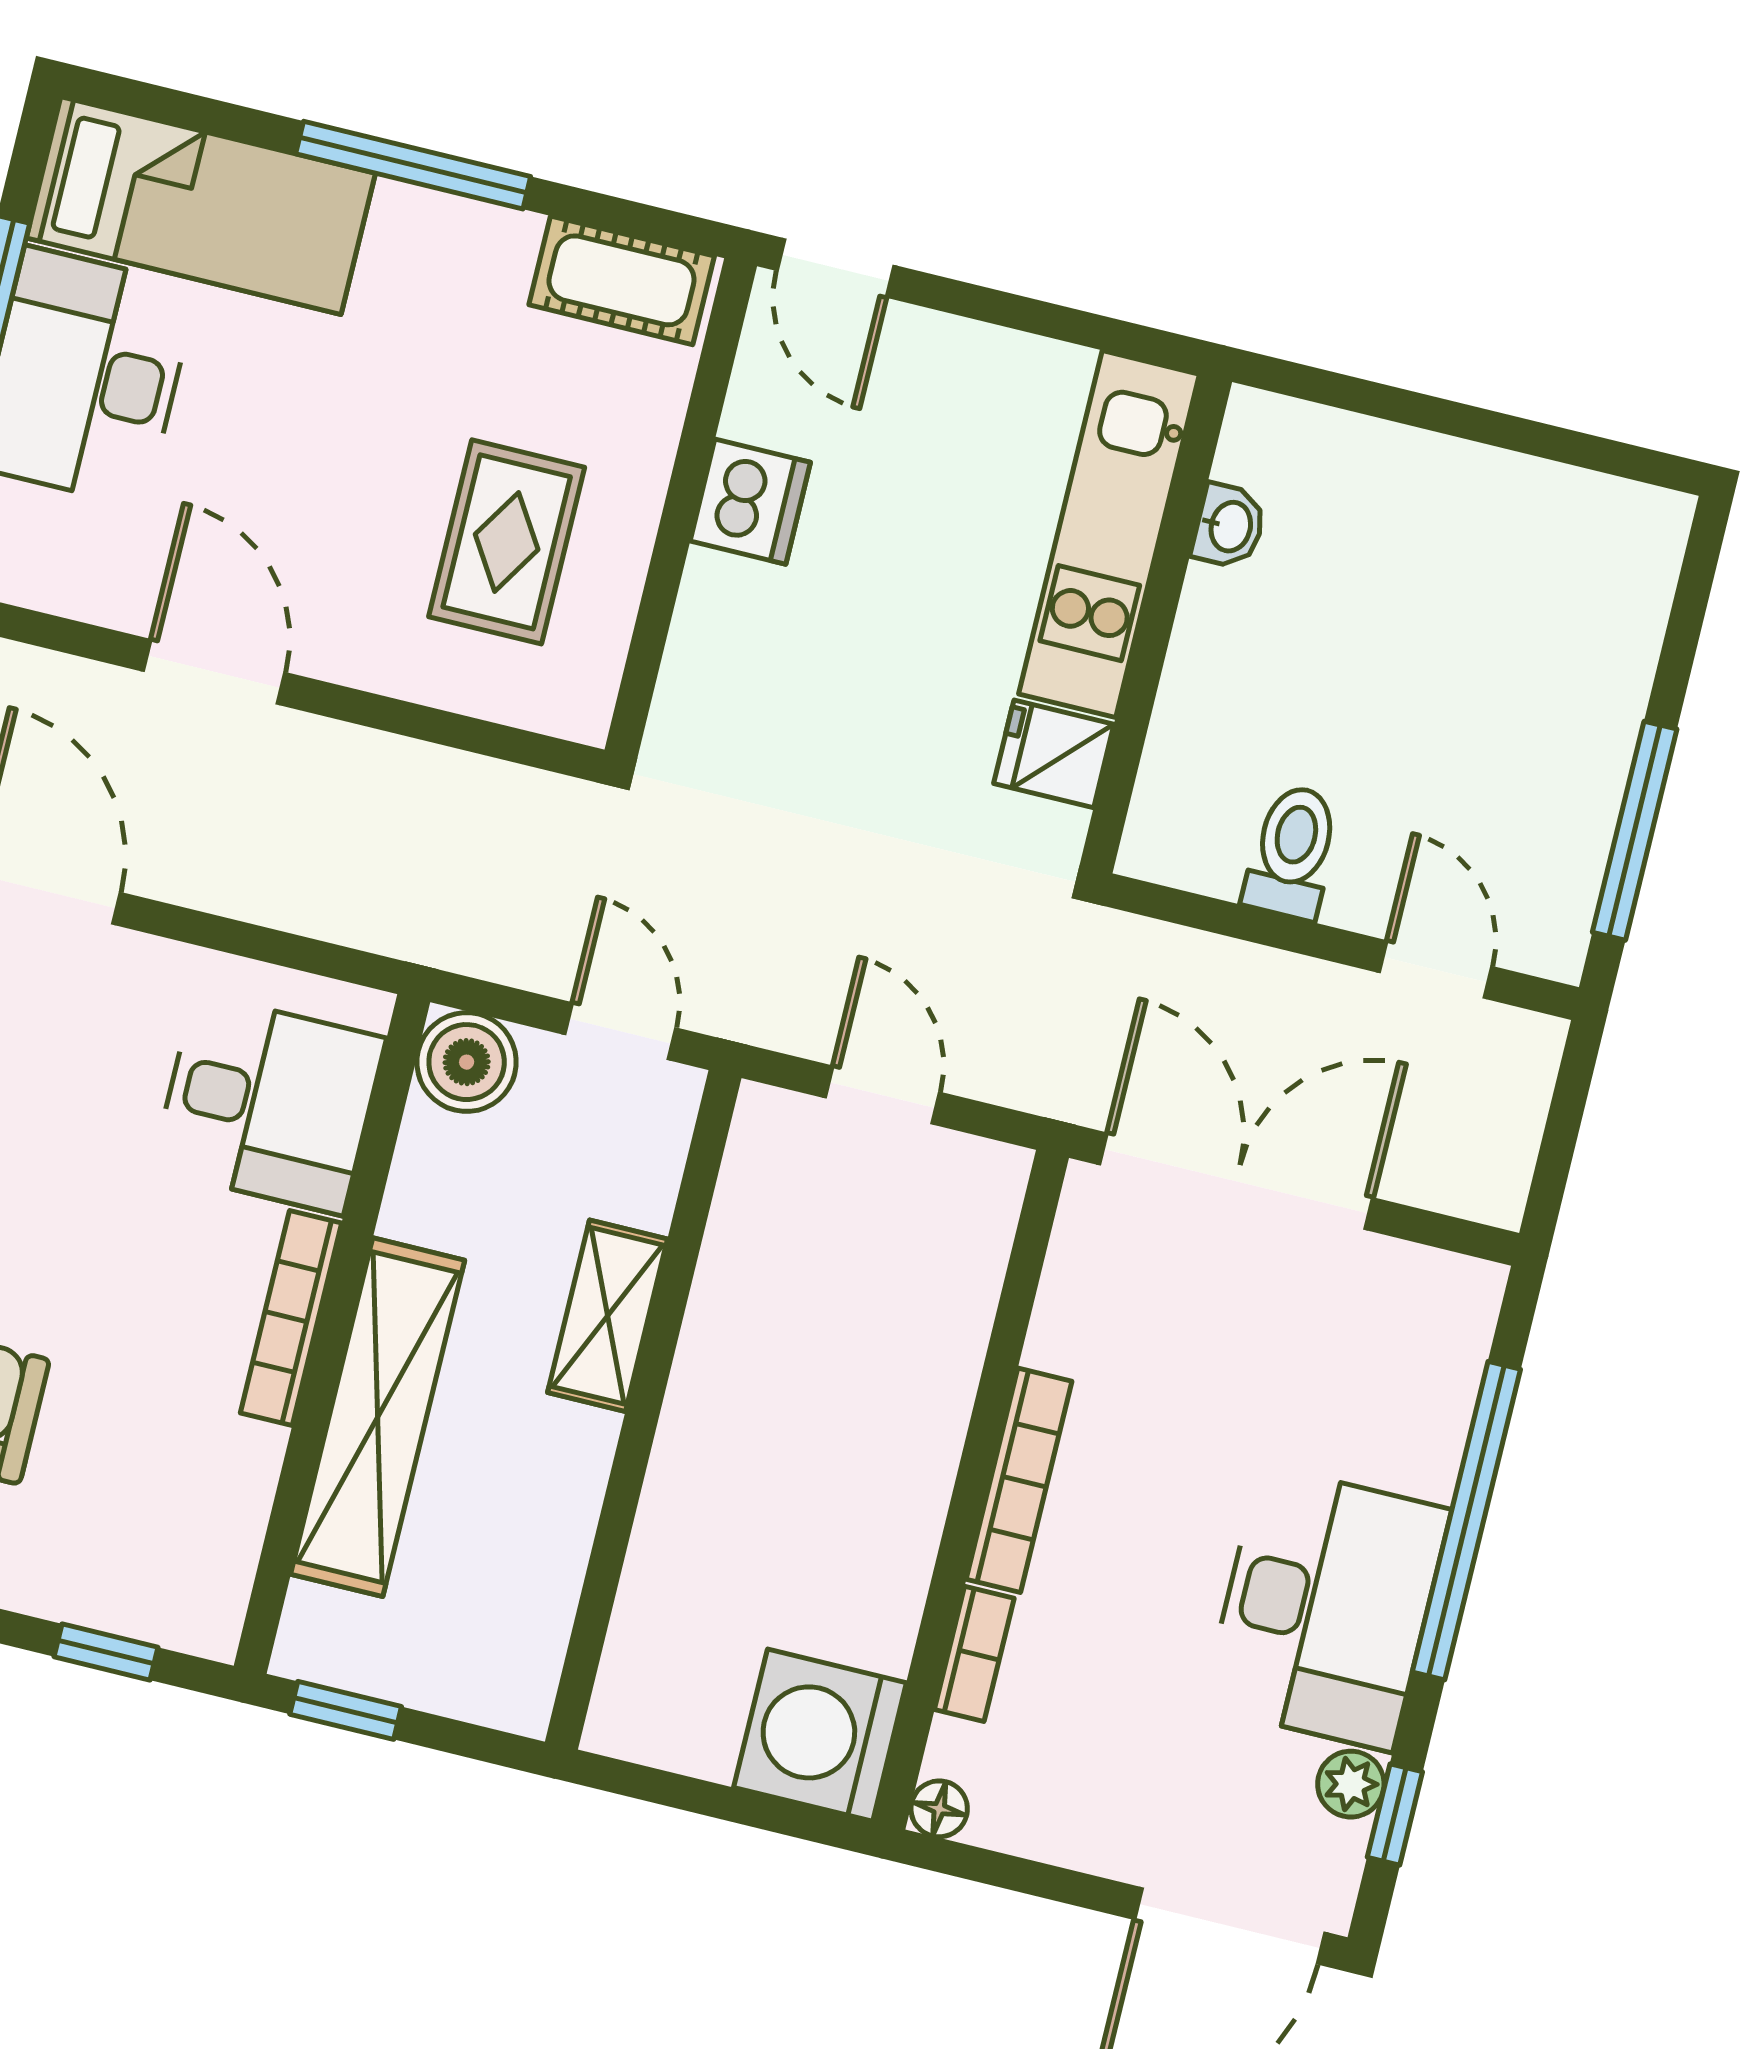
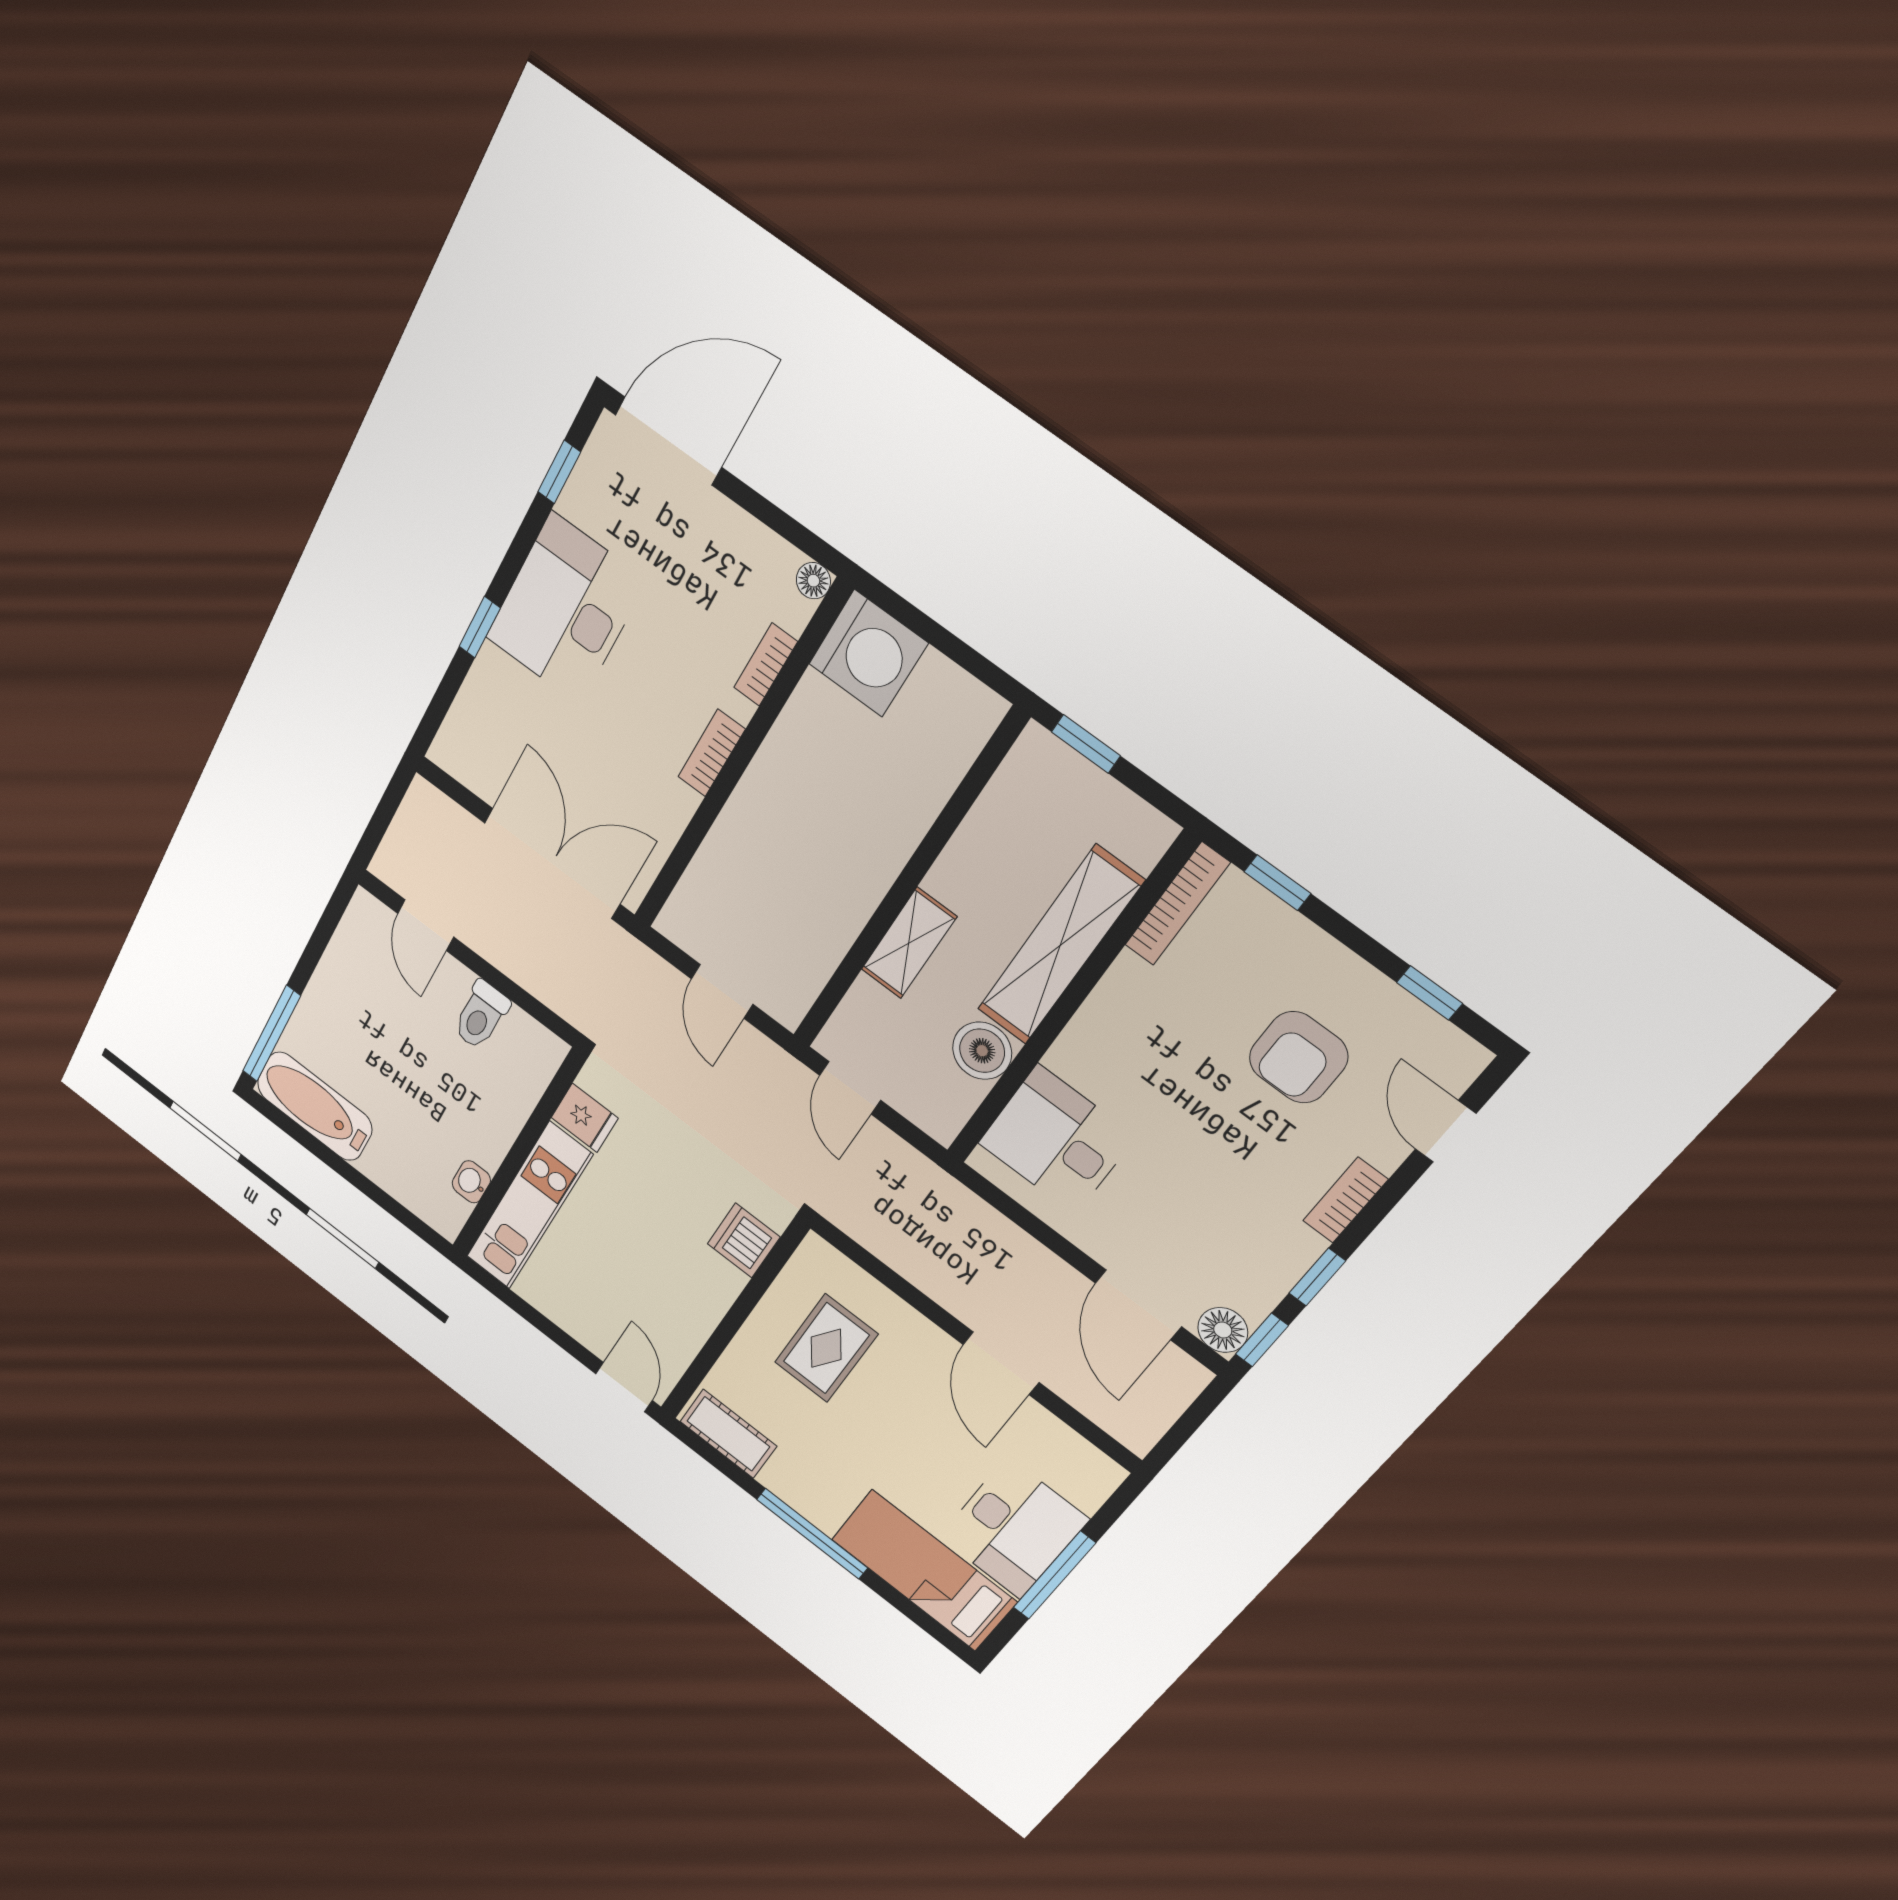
dishwasher: (750, 502) -> (744, 1240), moved
bathtub: (1568, 523) -> (315, 1106), added
window: (1635, 831) -> (272, 1034), moved
boiler: (467, 1062) -> (982, 1051), moved
double door: (1236, 1181) -> (552, 863), swing flipped
bookcase: (291, 1318) -> (1177, 904), moved
bookcase: (1019, 1480) -> (711, 753), width x0.64
window: (1466, 1521) -> (480, 627), width x0.32
window: (346, 1710) -> (1086, 744), moved
plant: (1351, 1784) -> (579, 500), removed

